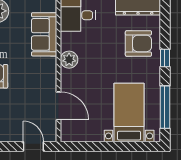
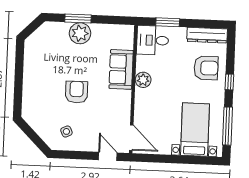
sofa: (44, 34) -> (121, 69), moved
door: (59, 106) -> (131, 138), moved

